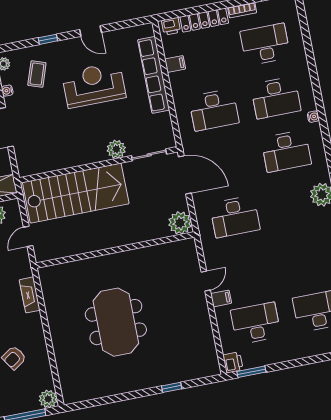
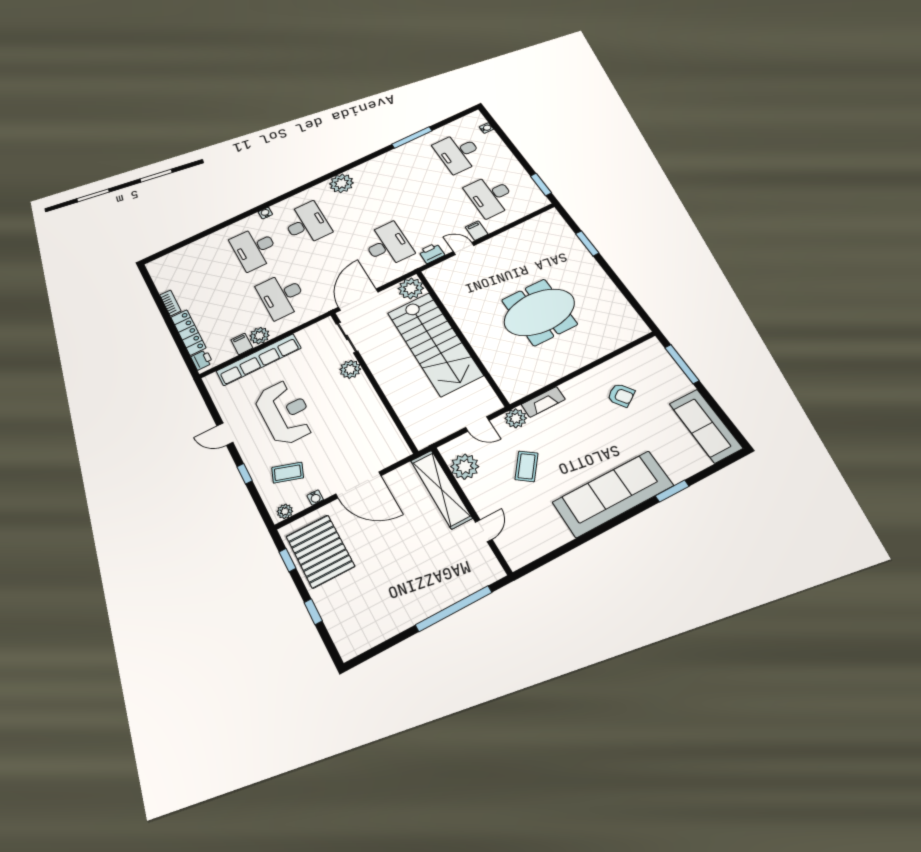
door: (90, 31) -> (225, 434), swing flipped
desk: (265, 44) -> (202, 273), removed
plant: (178, 81) -> (260, 336), added
reception desk: (94, 85) -> (285, 412), turned 180
desk: (276, 98) -> (255, 248), turned 180
desk: (214, 110) -> (282, 296), turned 180
stairs: (76, 193) -> (435, 344), moved, turned 180
printer: (233, 362) -> (432, 253), moved
window: (172, 387) -> (587, 243), width x1.50
plant: (48, 399) -> (516, 418), moved

